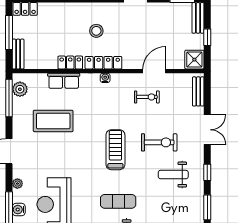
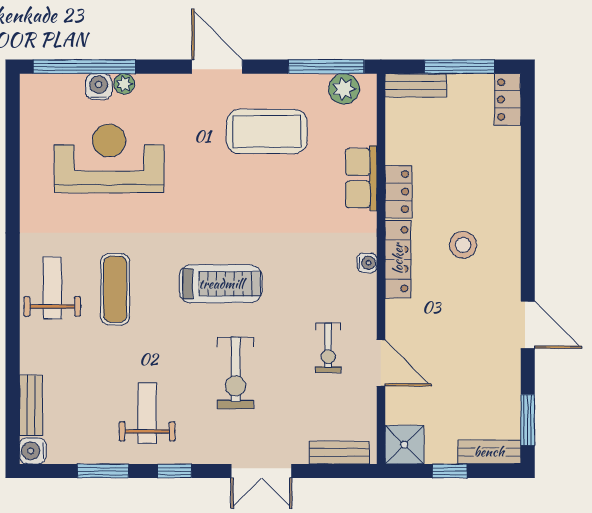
coffee table: (53, 121) -> (267, 131), moved, turned 90
weight bench: (173, 175) -> (147, 413), moved
plant: (17, 184) -> (124, 84), moved

